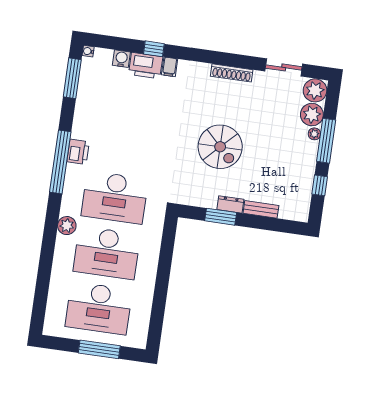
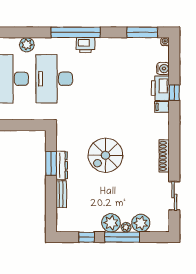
plant: (315, 90) -> (111, 223), moved
dresser: (230, 204) -> (62, 165), width x1.44

